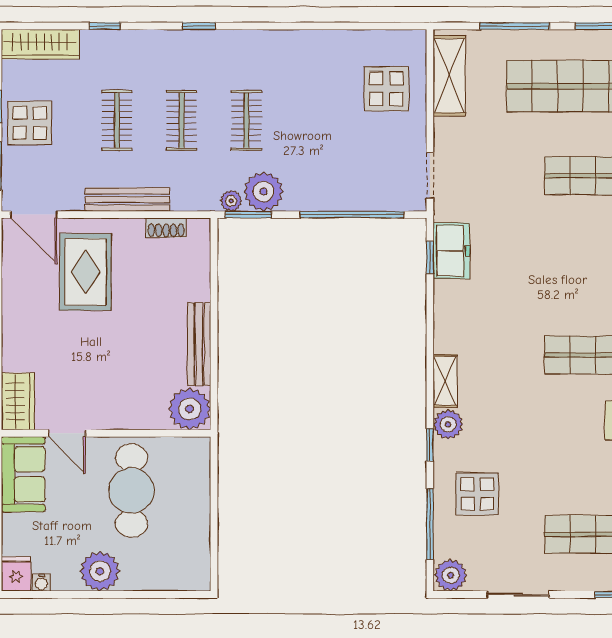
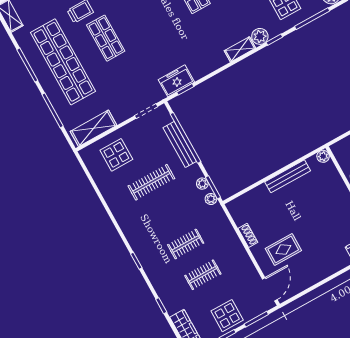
clothes rail: (246, 120) -> (151, 182), moved, width x1.36
plant: (264, 192) -> (202, 184), width x0.53, depth x0.53
bench: (127, 199) -> (180, 145), moved
shoe rack: (166, 228) -> (248, 235), moved
rug: (86, 272) -> (283, 249), width x0.73, depth x0.70
plant: (190, 409) -> (323, 156), width x0.53, depth x0.53

